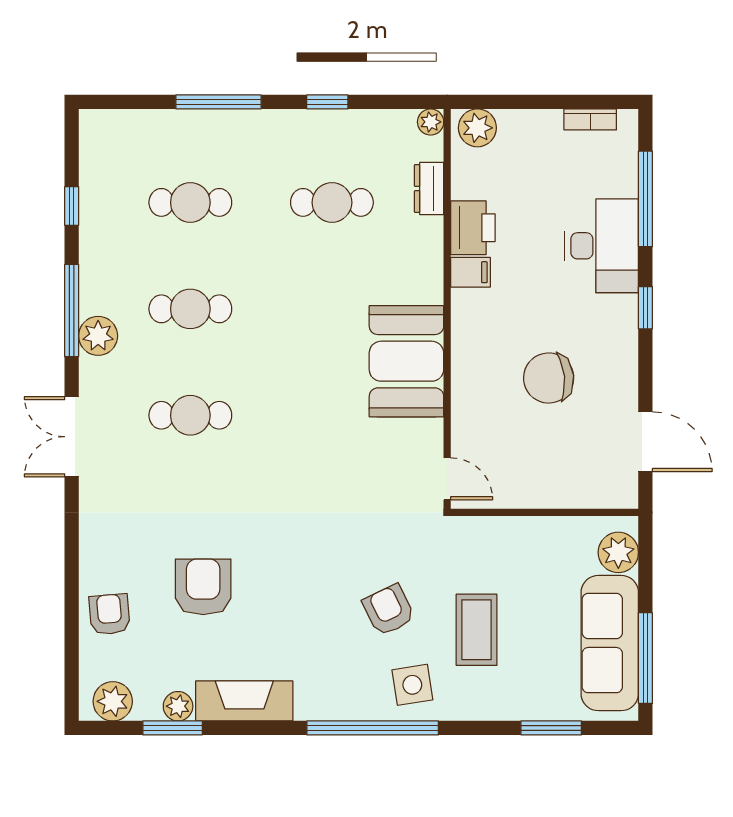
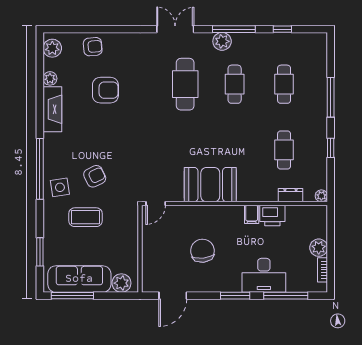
plant: (477, 128) -> (319, 248), moved
window: (645, 308) -> (235, 296), width x1.50
cafe table: (190, 415) -> (185, 84), width x1.37, depth x1.35
window: (173, 728) -> (40, 76), removed

